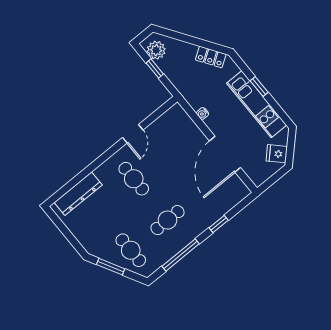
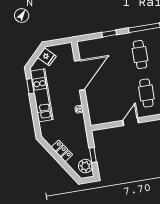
locker: (211, 57) -> (62, 151), moved
window: (259, 87) -> (30, 86), moved
cafe table: (168, 220) -> (140, 55), turned 90

